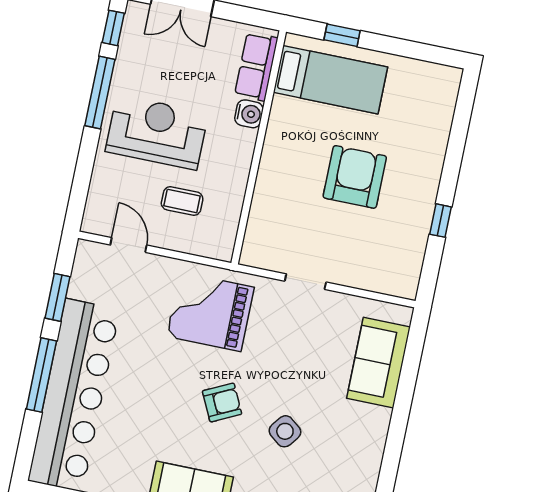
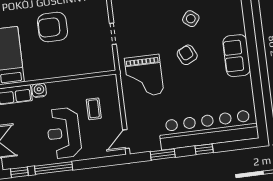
door: (129, 245) -> (126, 139), moved
window: (41, 375) -> (204, 149), width x0.46

